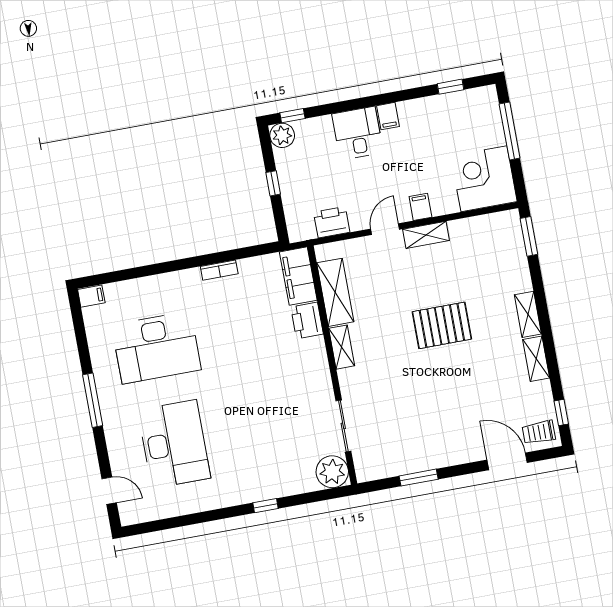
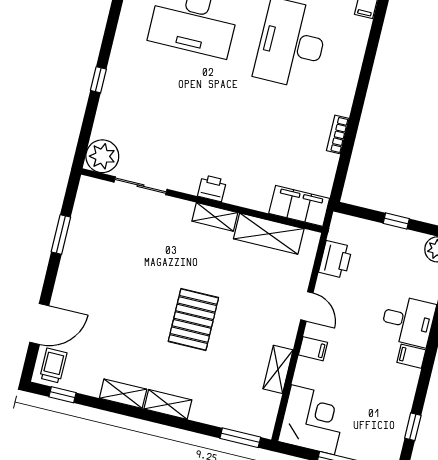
shelving: (426, 235) -> (278, 369), moved
printer: (307, 321) -> (212, 188), moved, width x0.73, depth x0.81

